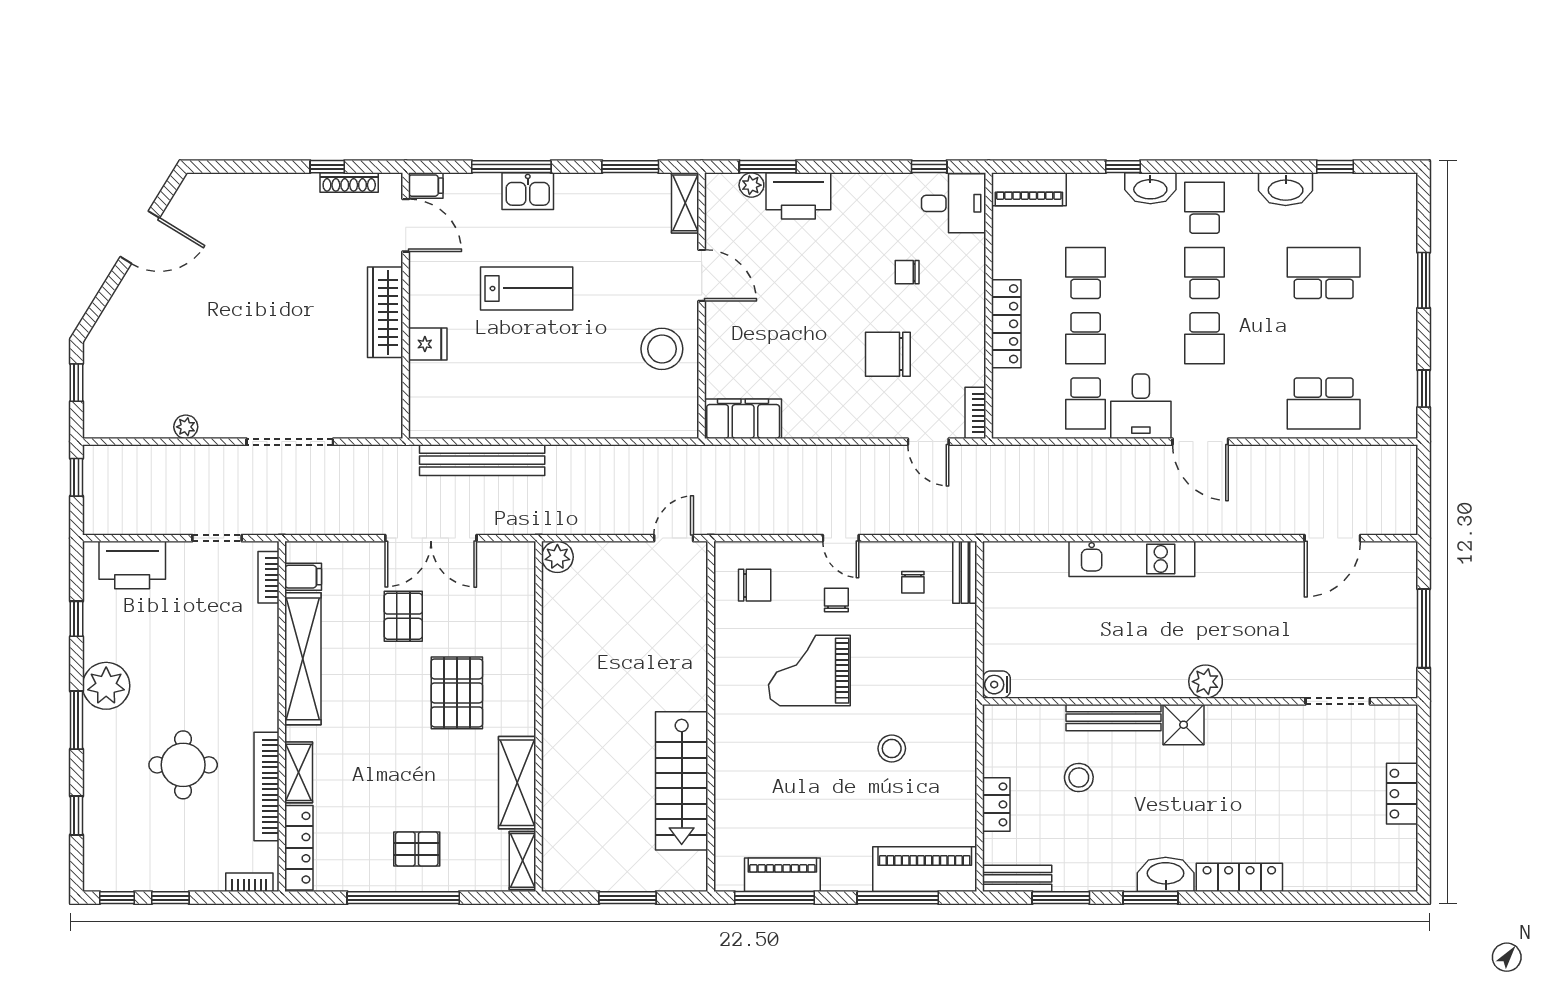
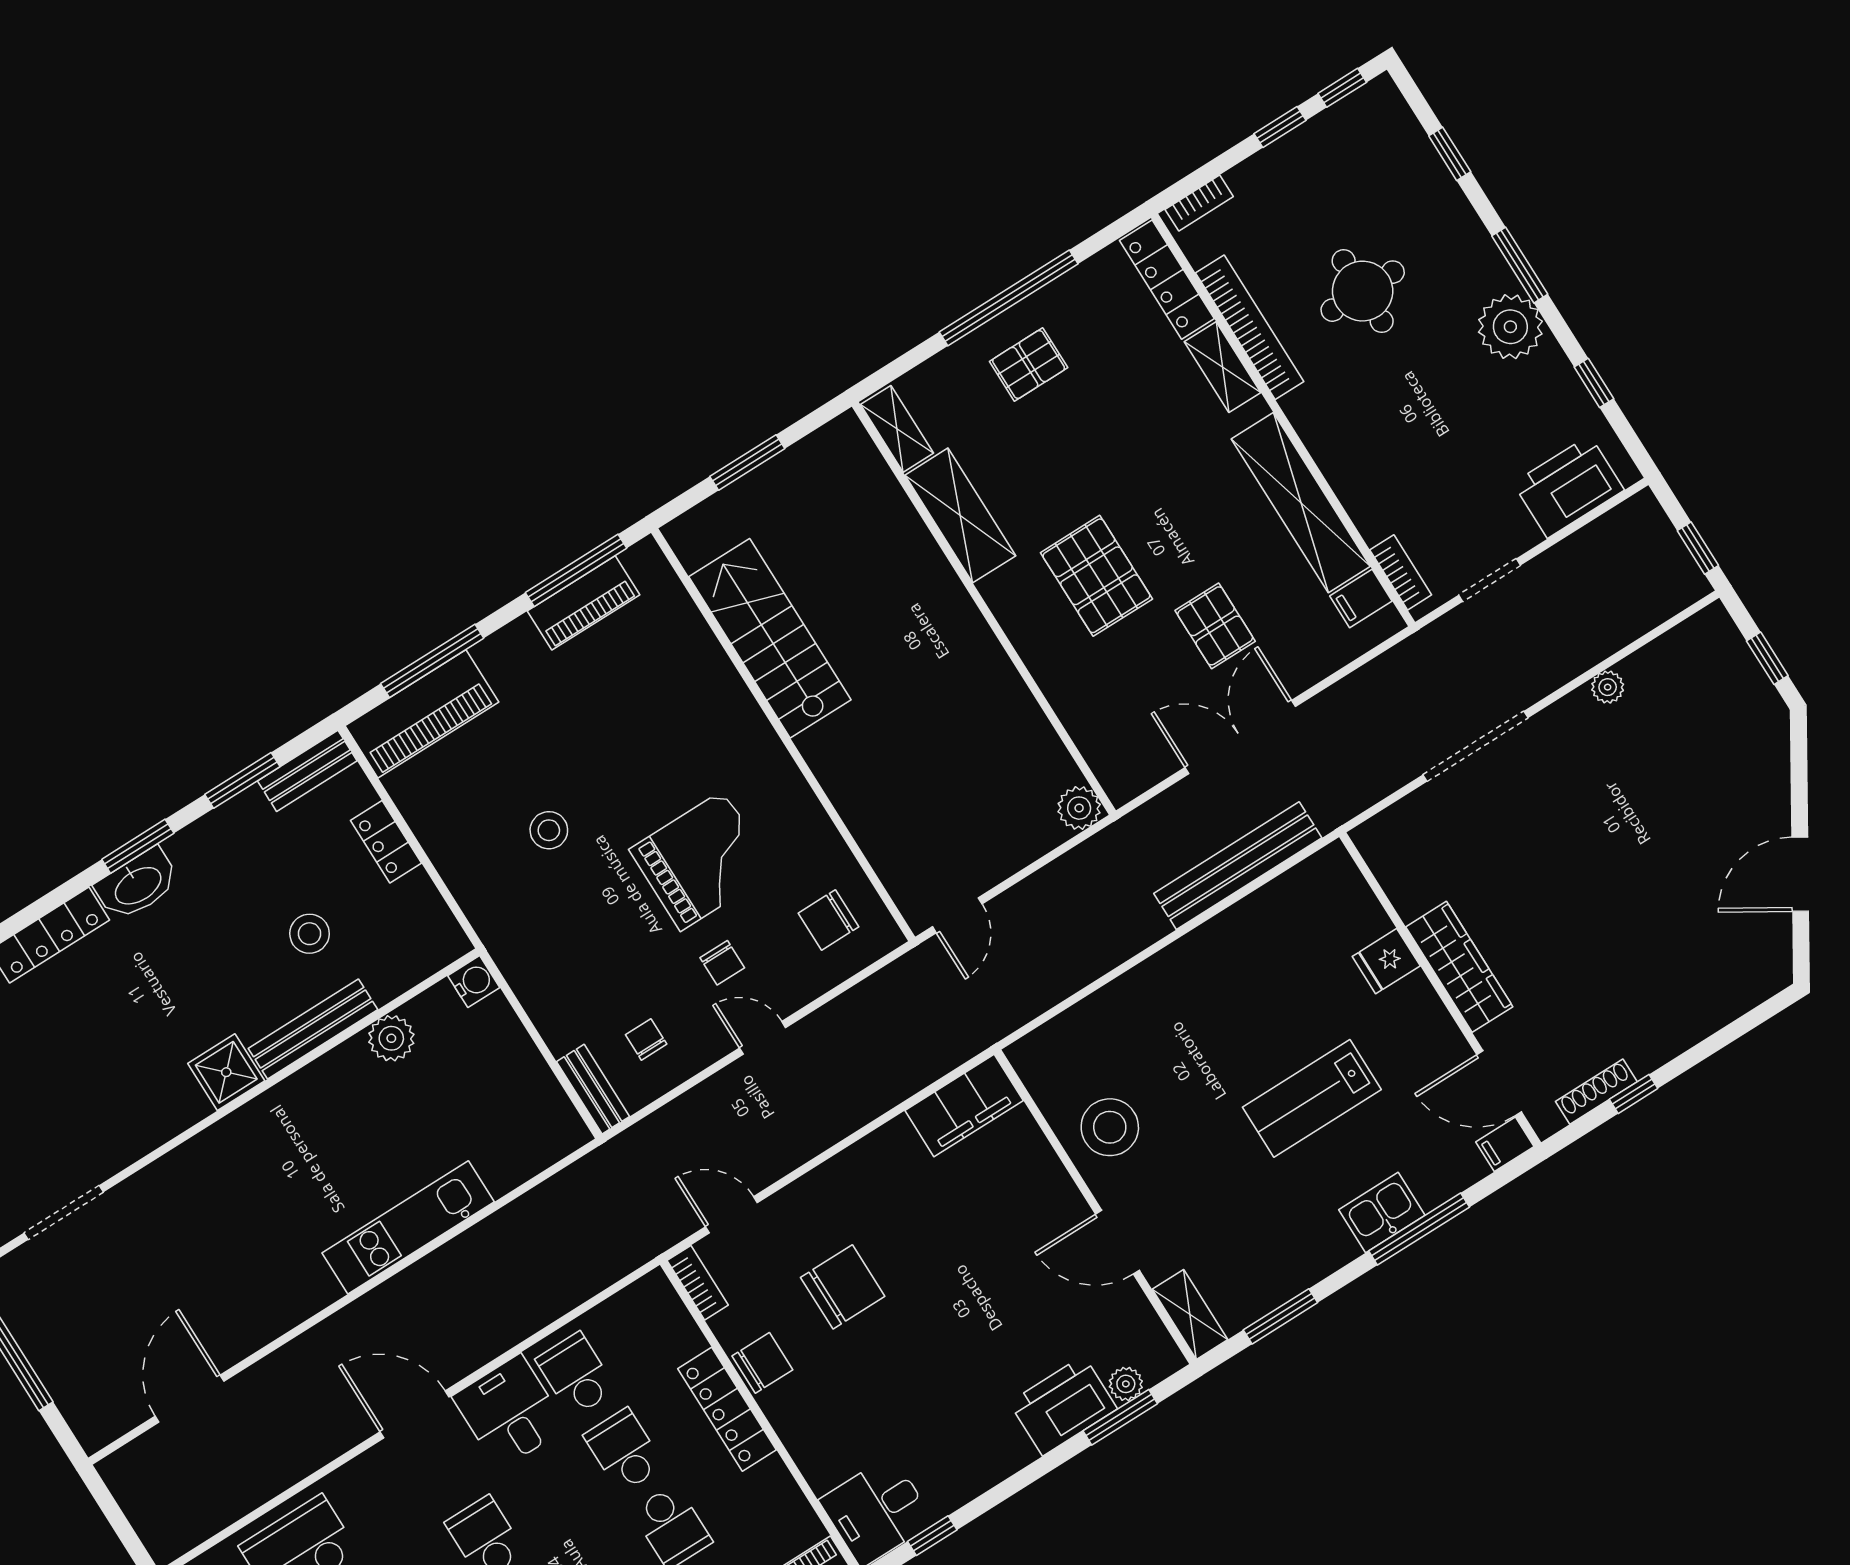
chair: (907, 272) -> (762, 1363), moved, width x1.37, depth x1.37
plant: (1206, 682) -> (391, 1038), moved

